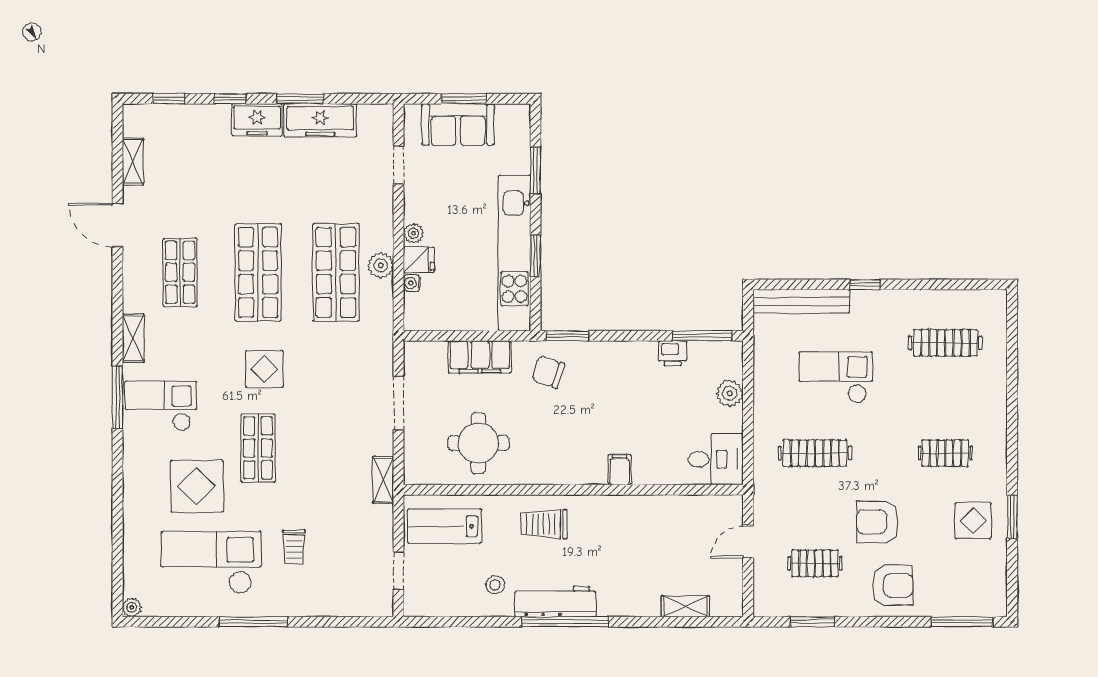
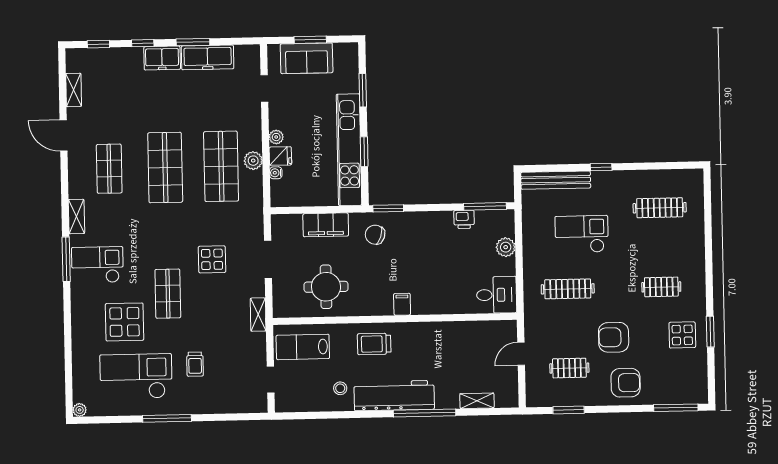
display table: (264, 369) -> (212, 259), moved
filing cabinet: (620, 470) -> (402, 304), moved
workbench: (555, 602) -> (394, 396), width x1.36, depth x1.32
window: (565, 622) -> (425, 413), moved

